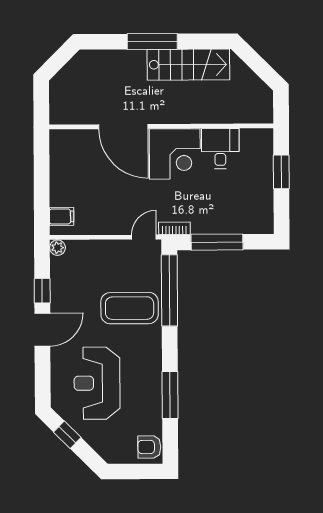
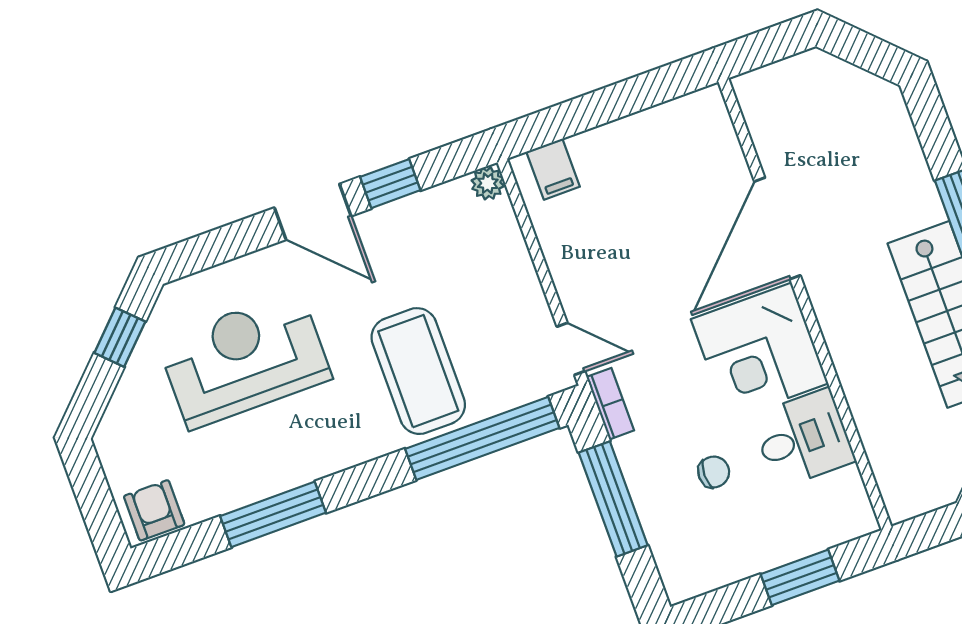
chair: (221, 193) -> (714, 472), added

